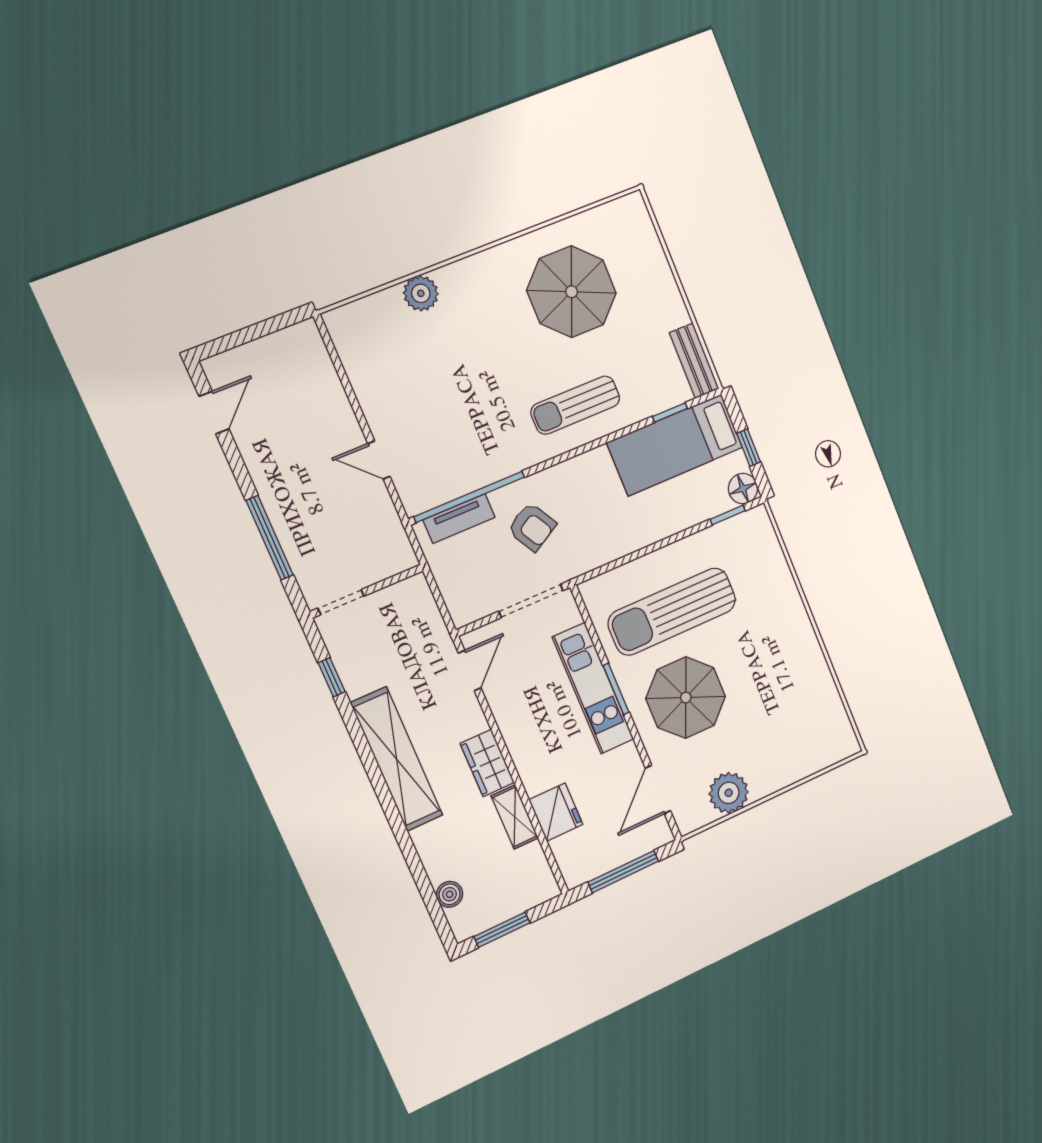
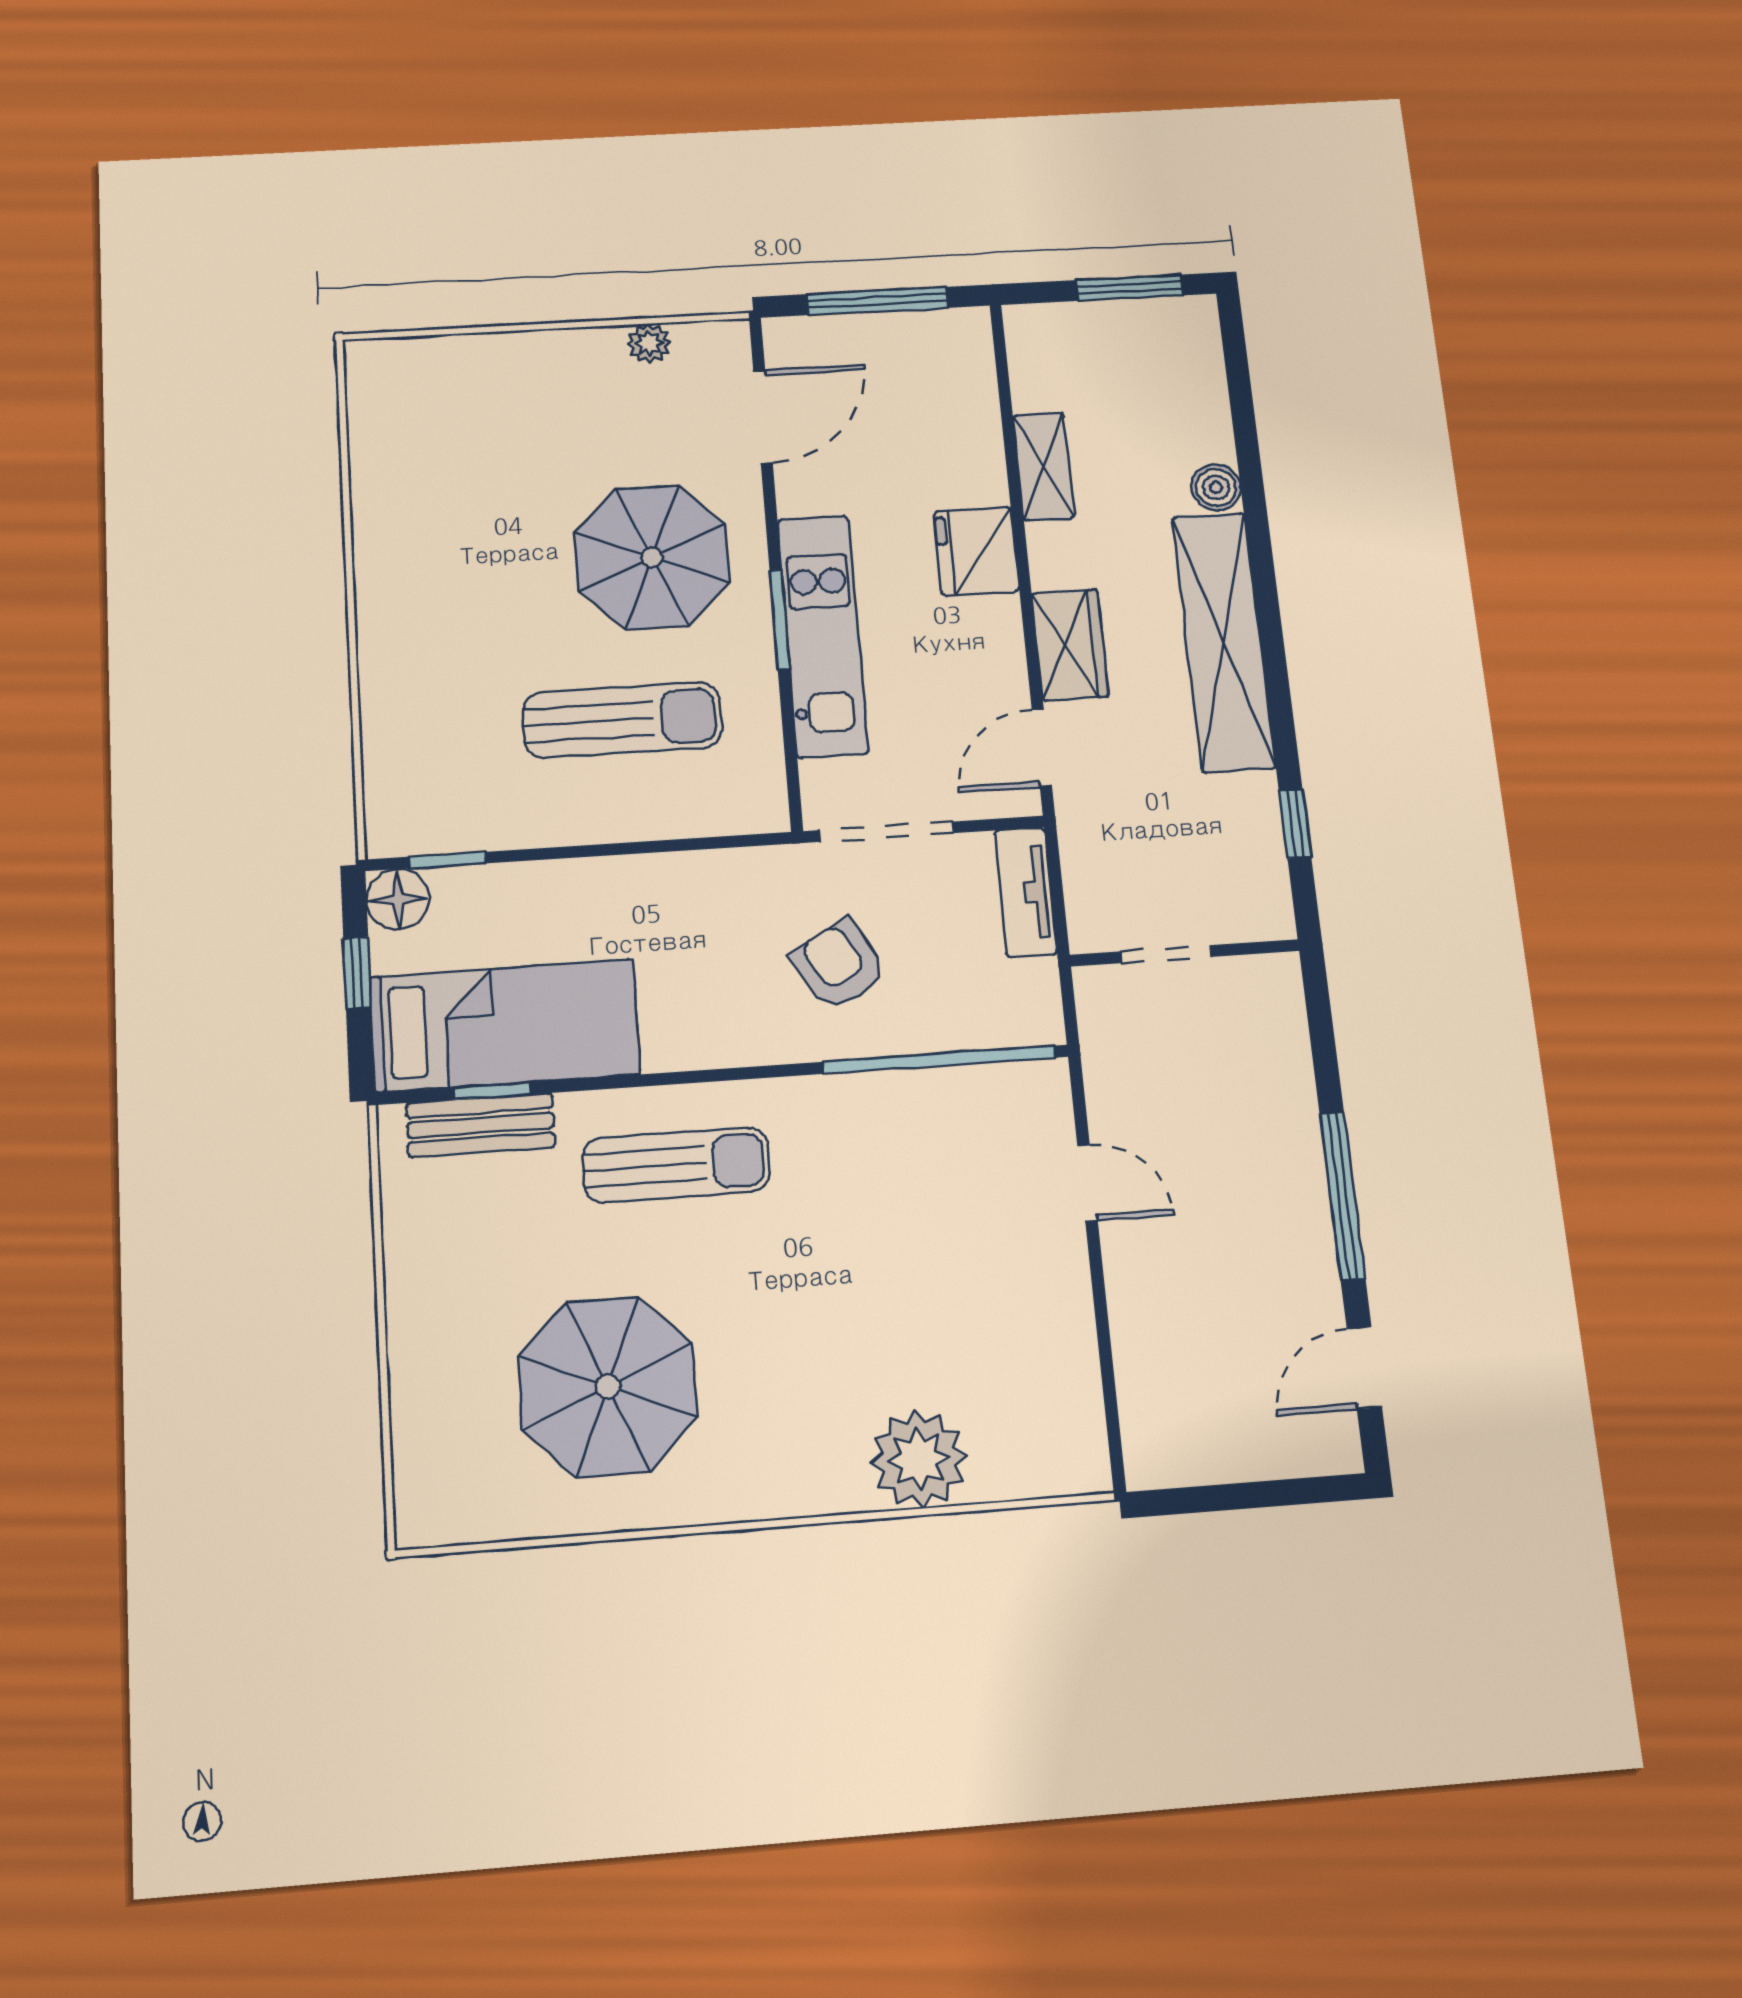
plant: (421, 293) -> (919, 1459), width x1.36, depth x1.36
bench: (694, 361) -> (481, 1125), moved, turned 90
tv unit: (459, 519) -> (1026, 892), moved, turned -90
window: (270, 538) -> (1342, 1196), moved
doorway: (341, 602) -> (1166, 954), moved
sun lounger: (672, 612) -> (622, 720), width x0.73, depth x0.75
wardrobe: (487, 763) -> (1070, 645), moved
plant: (729, 793) -> (649, 343), width x0.53, depth x0.53
fridge: (556, 812) -> (977, 551), moved
boiler: (450, 894) -> (1216, 487), moved

